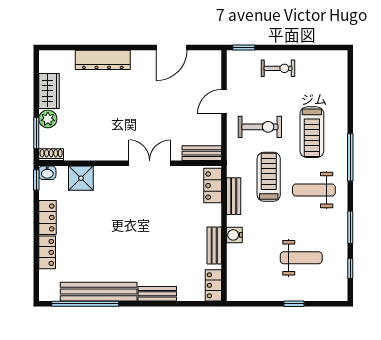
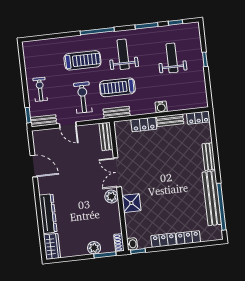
bench: (233, 68) -> (43, 121), added
wardrobe: (49, 91) -> (52, 246), moved, turned 90
plant: (117, 151) -> (111, 196), added
shower: (81, 178) -> (131, 203), moved
locker: (213, 186) -> (144, 124), moved
weight bench: (314, 190) -> (123, 54), turned 180
bench: (234, 196) -> (117, 112), moved

